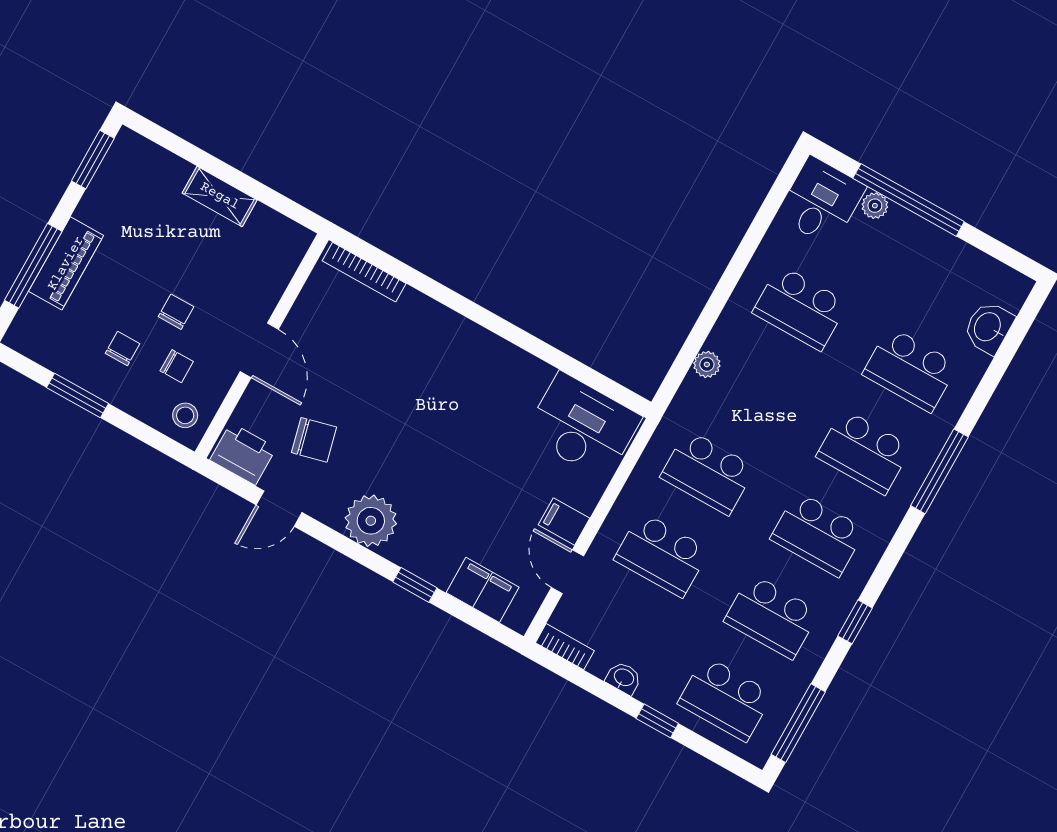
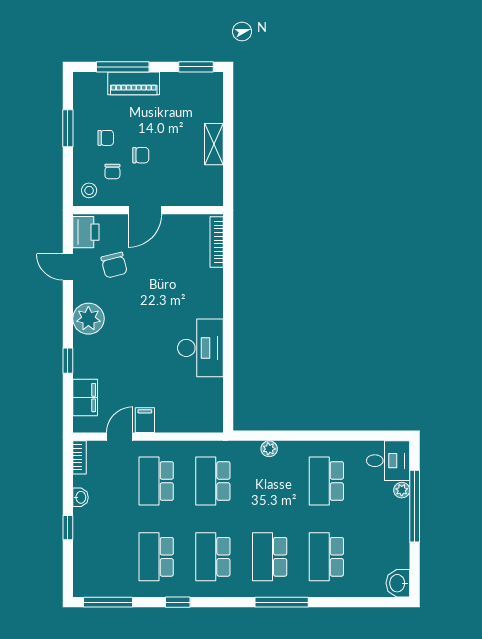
washbasin: (988, 327) -> (398, 583), moved, turned -90
desk: (583, 426) -> (200, 348), moved
school desk: (725, 699) -> (99, 557), removed

